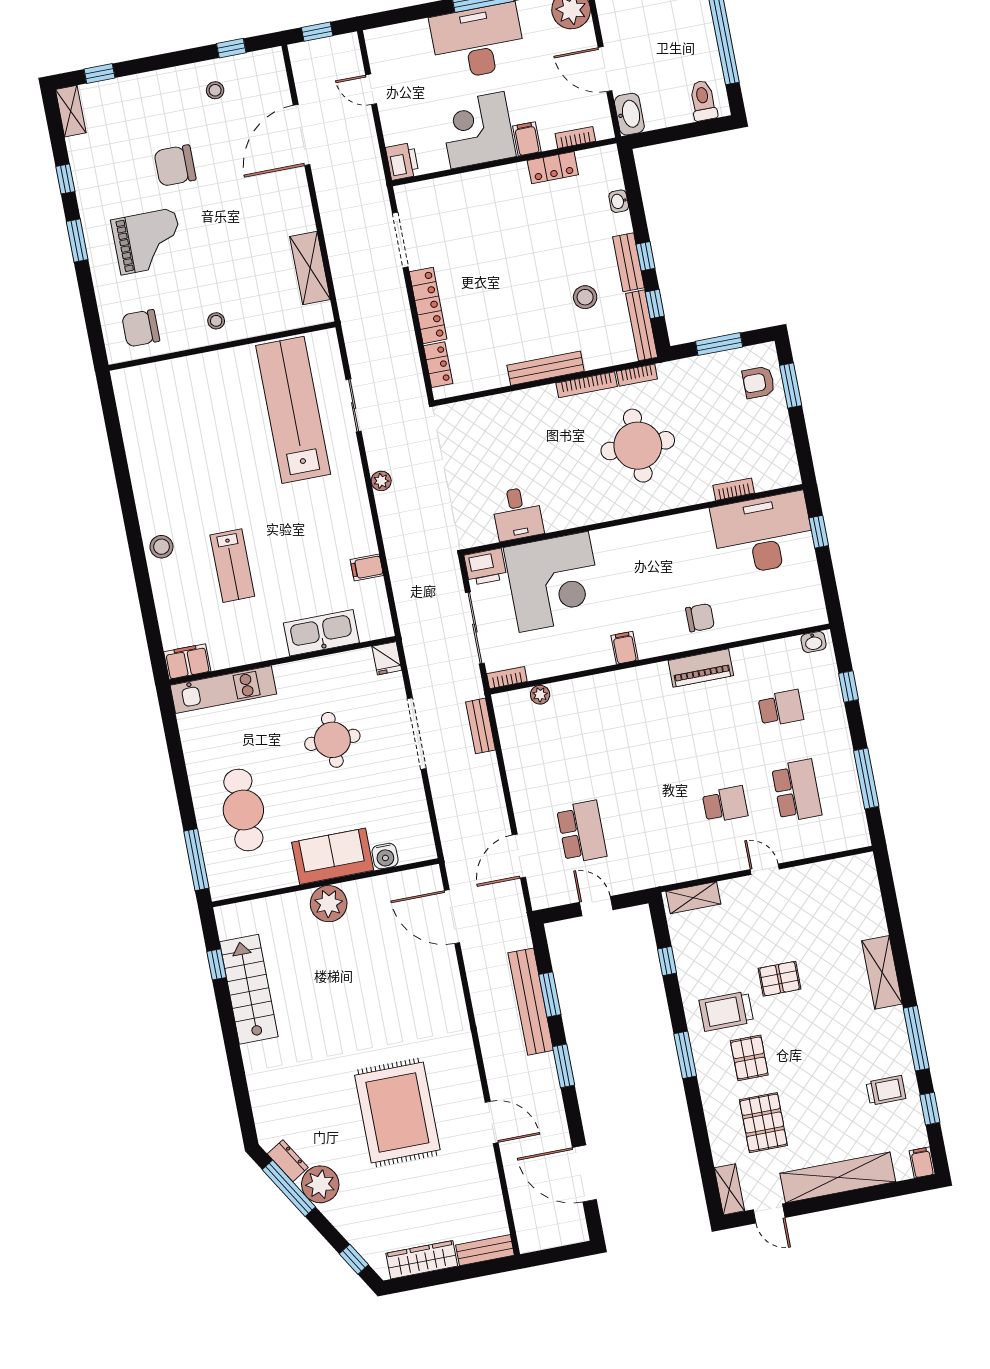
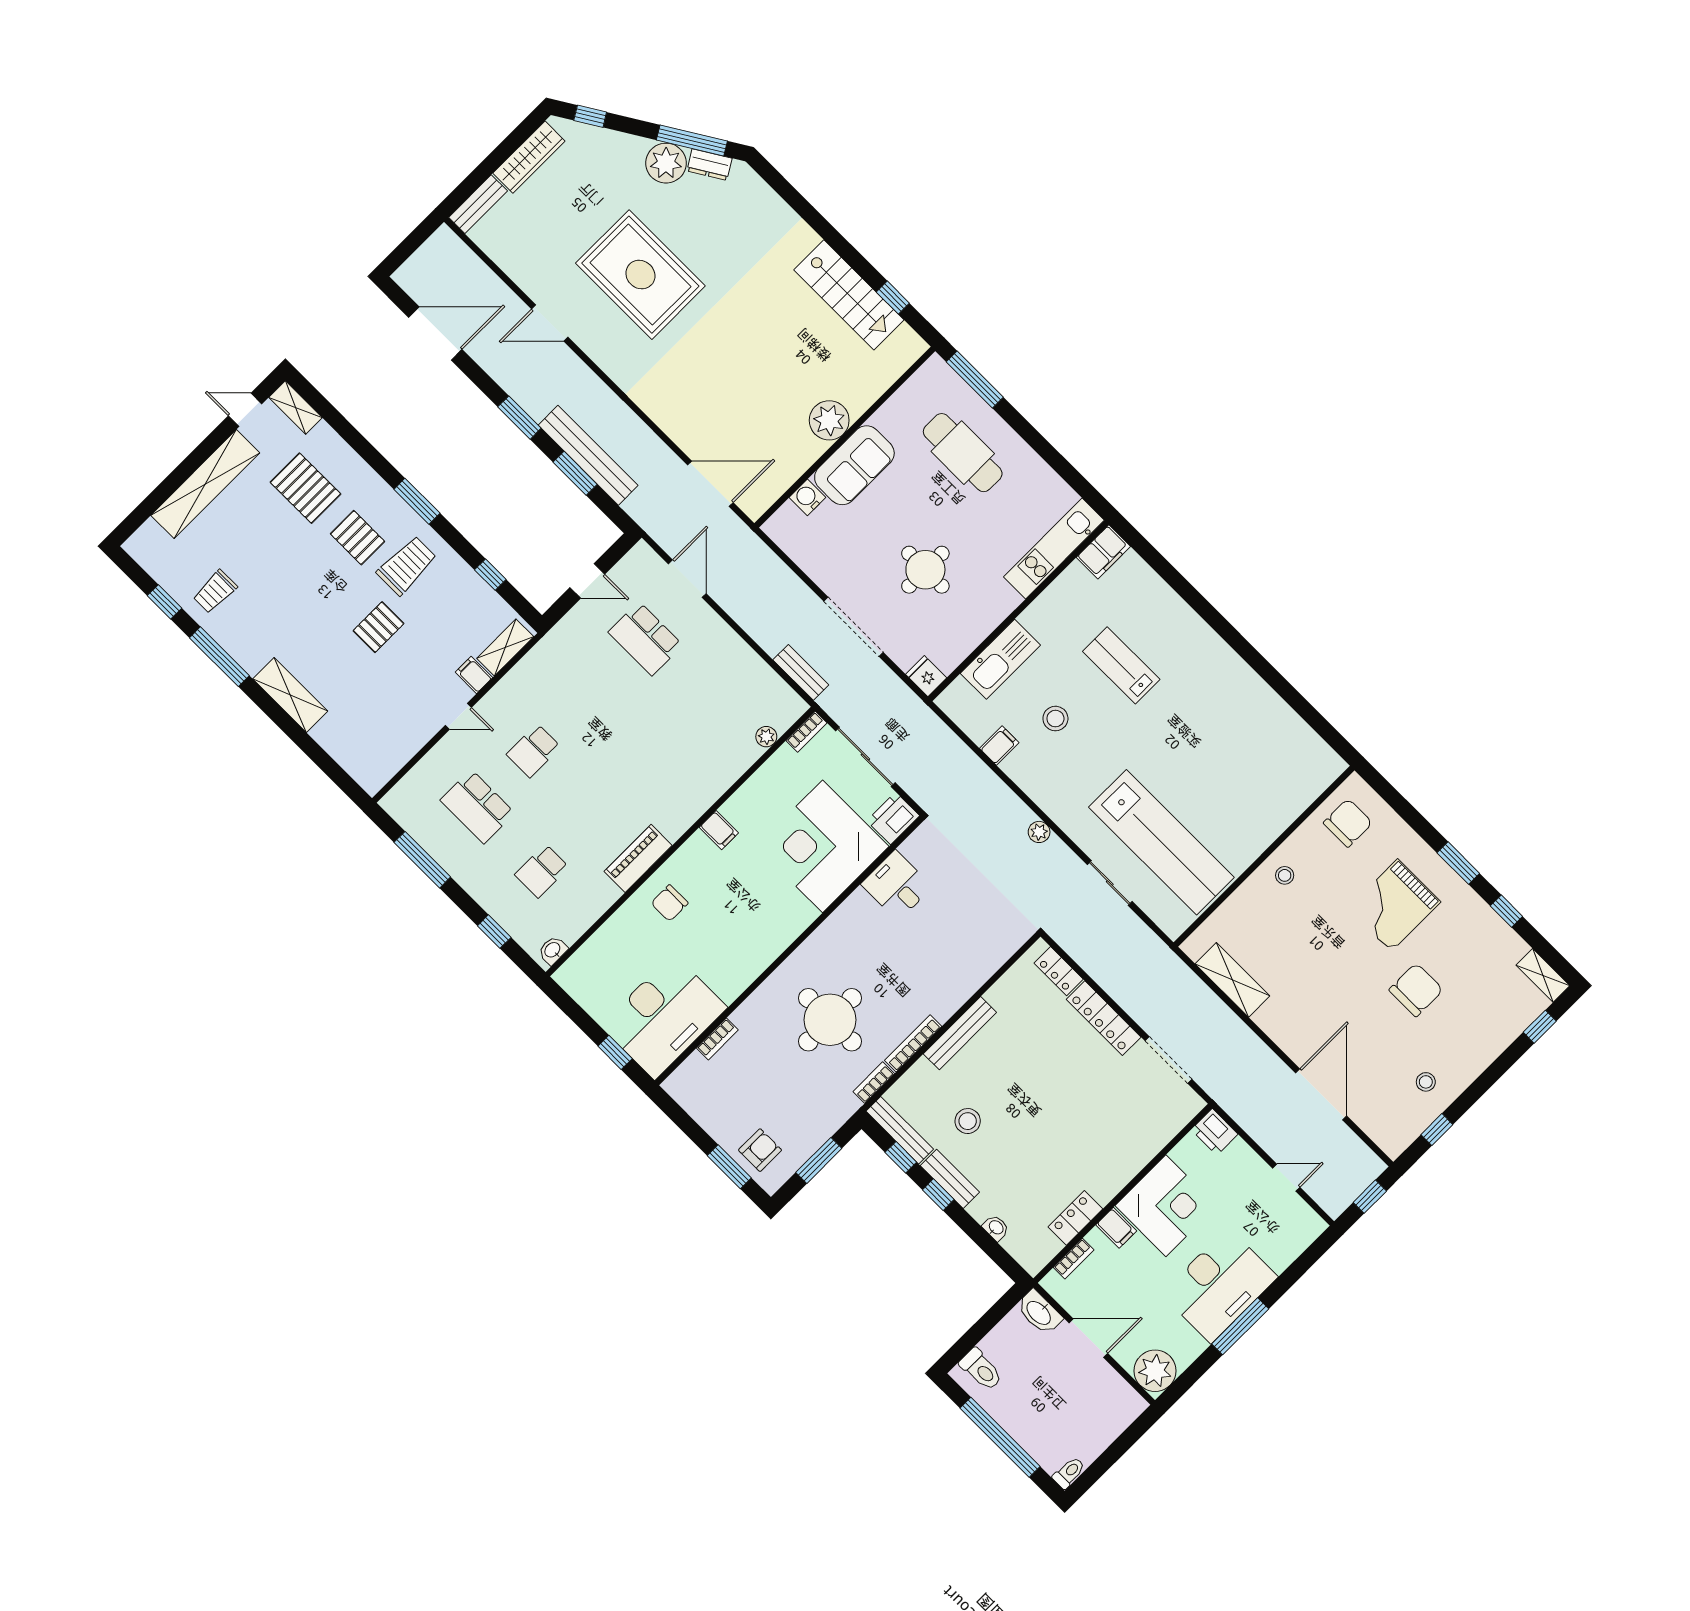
stool: (162, 547) -> (1055, 719), moved
filing cabinet: (922, 1162) -> (474, 675), moved, turned 180

